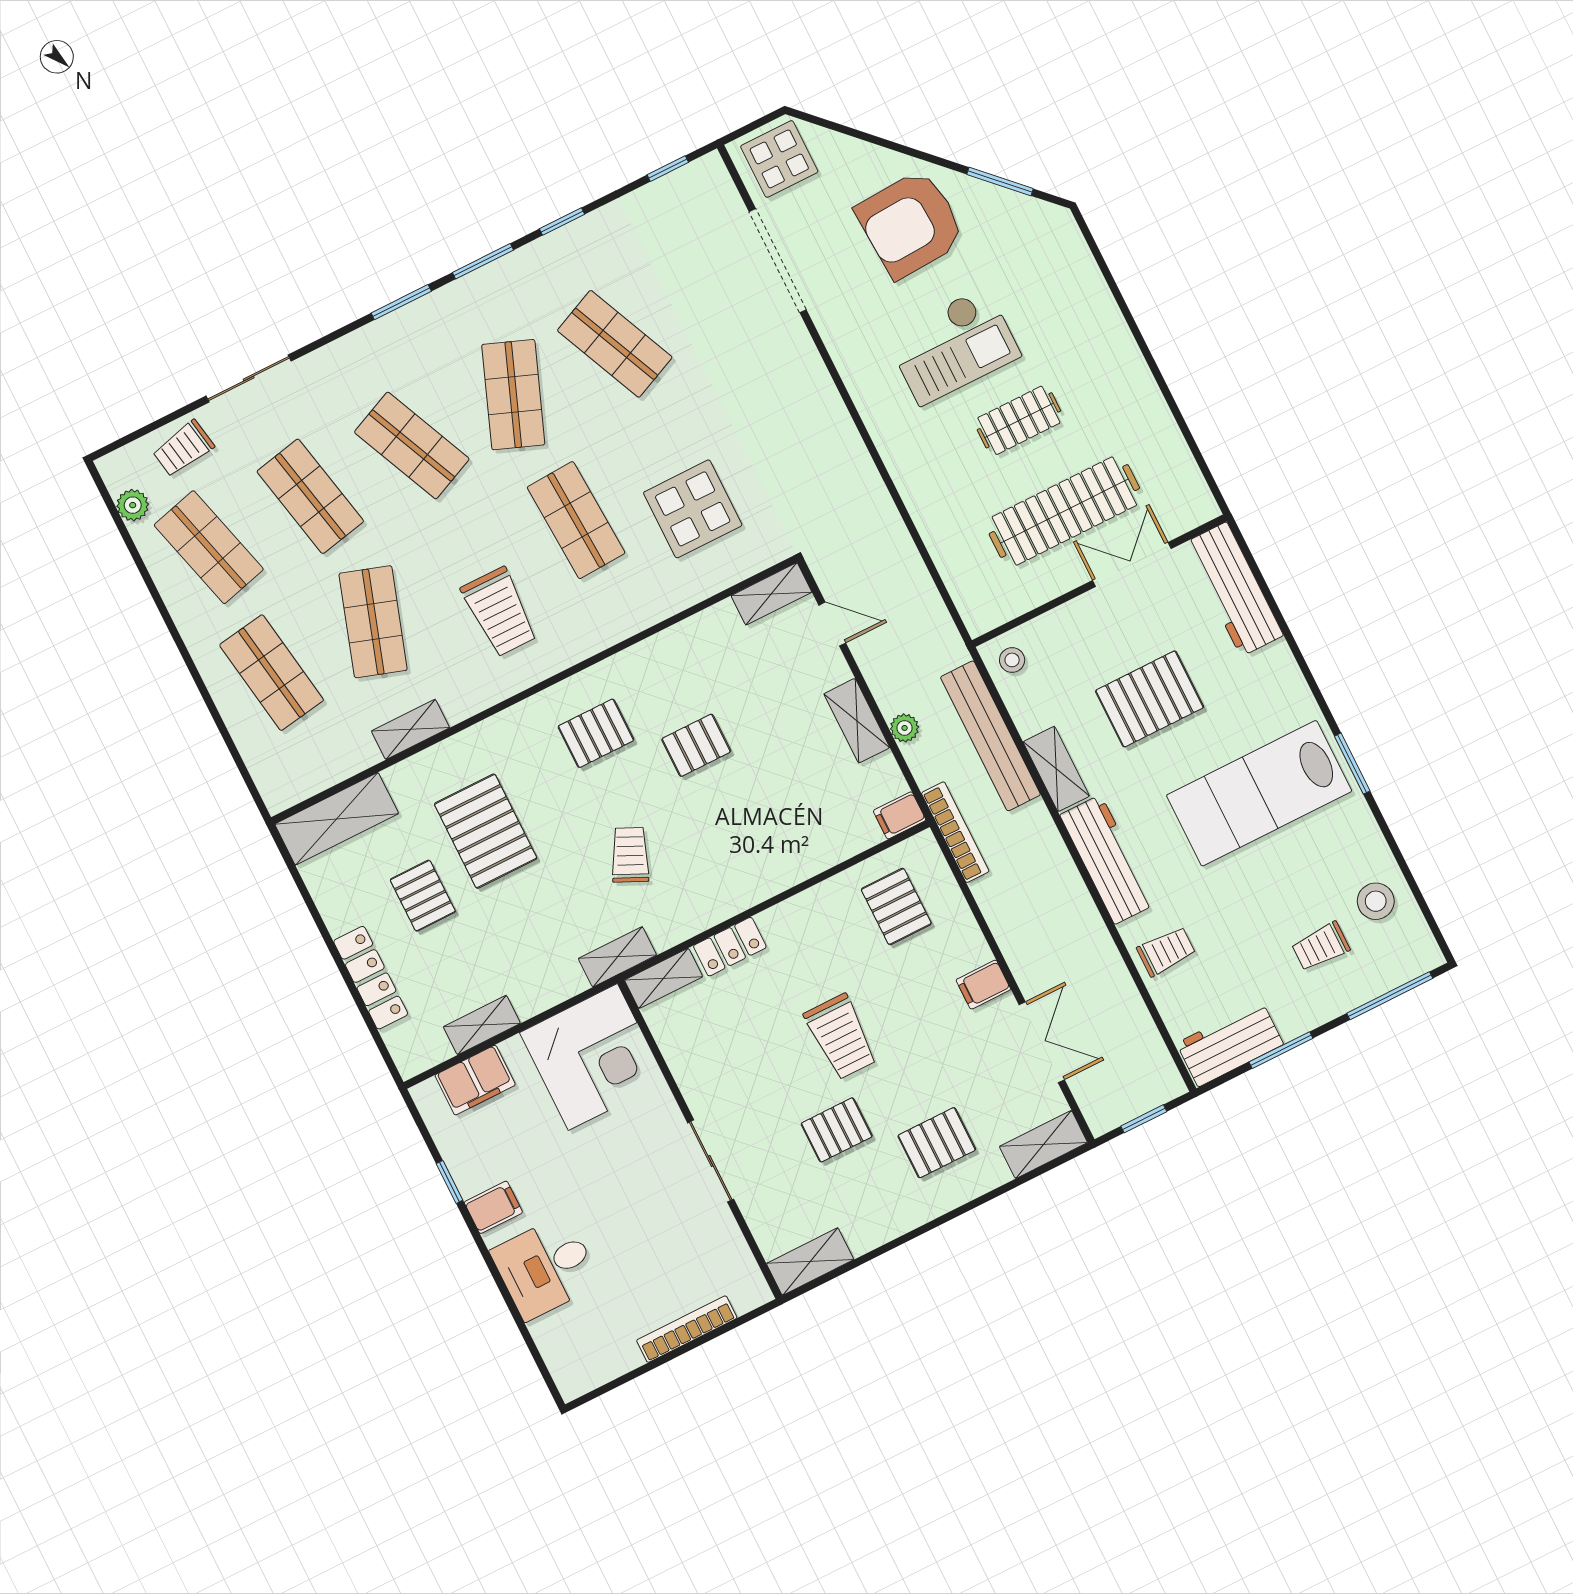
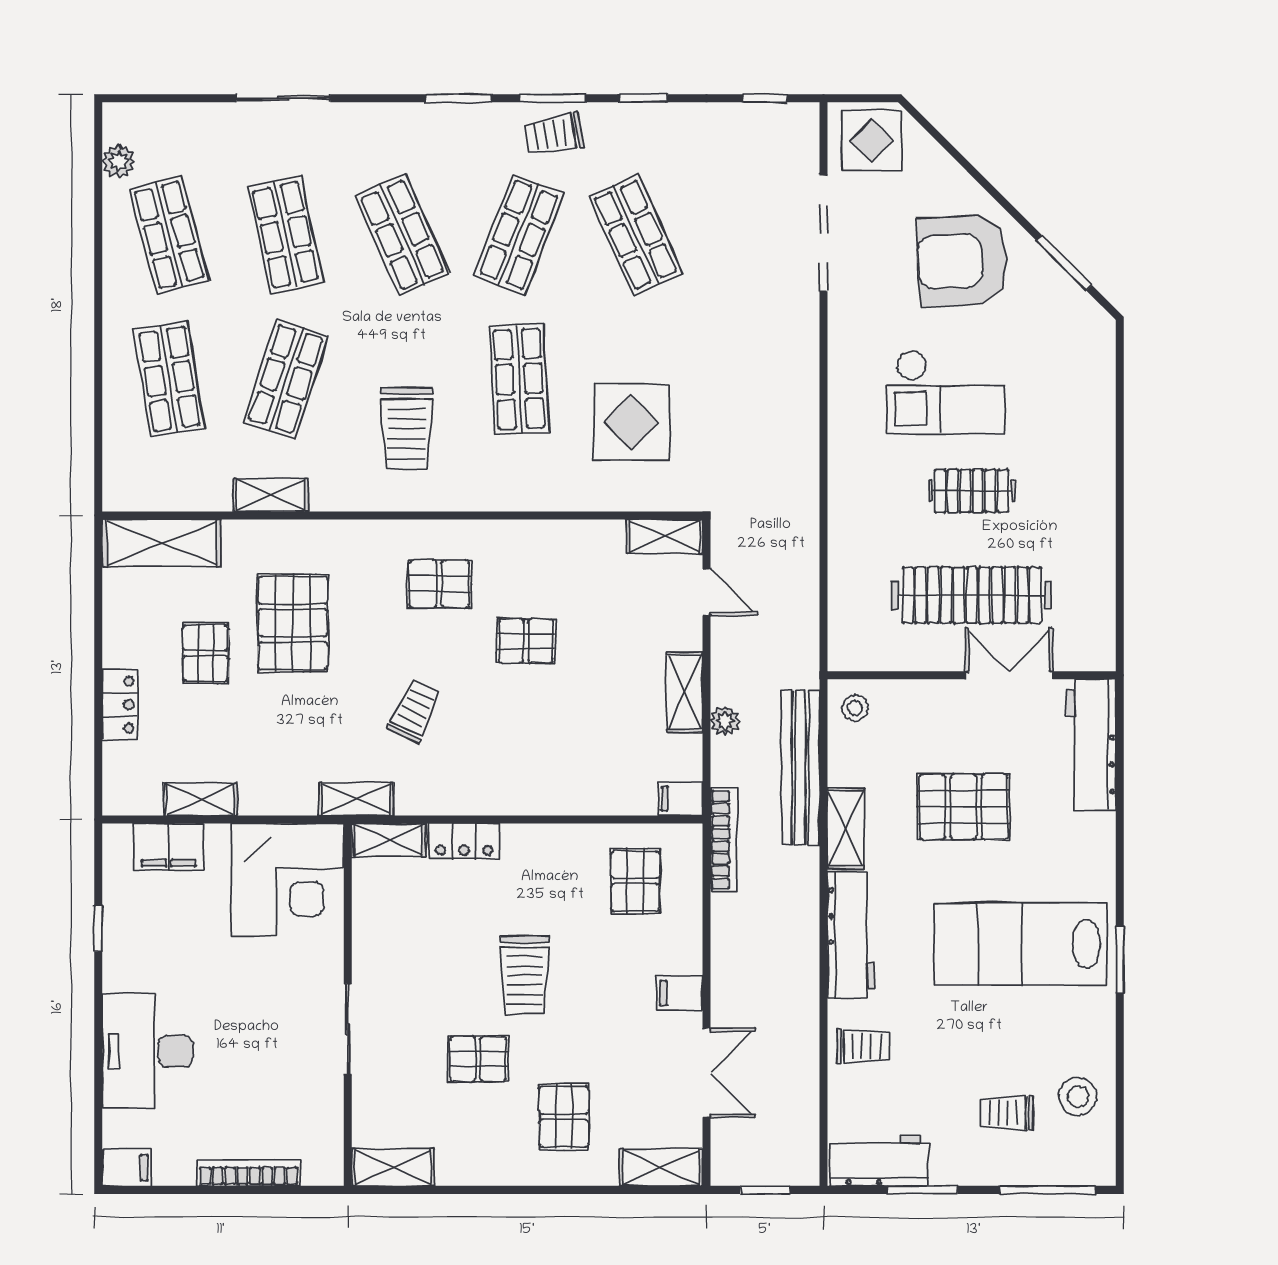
trolley: (183, 448) -> (554, 134), moved
locker: (371, 978) -> (120, 705), width x0.66
pallet: (937, 1143) -> (564, 1117), turned 90
filing cabinet: (493, 1207) -> (127, 1167), moved
desk: (546, 1267) -> (147, 1051), width x1.37

